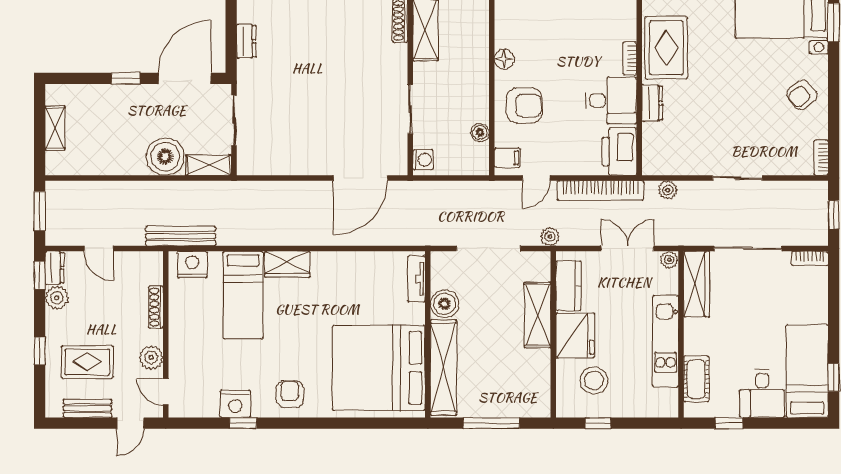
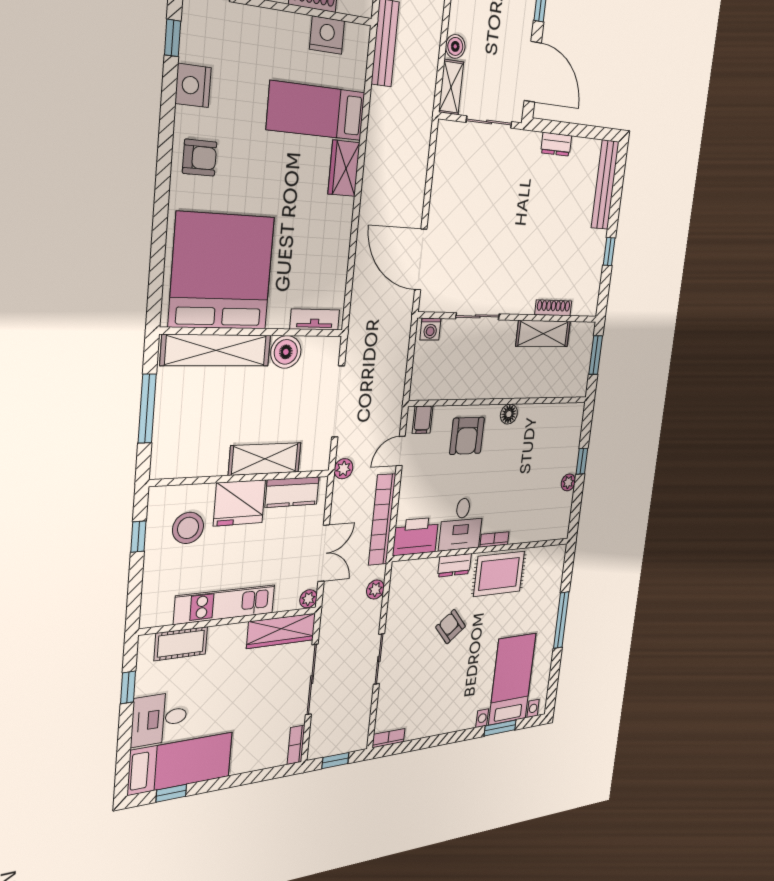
armchair: (802, 95) -> (451, 627), moved
boiler: (480, 132) -> (449, 390), removed
boiler: (165, 157) -> (455, 46), width x0.54, depth x0.54
door: (536, 178) -> (401, 451), hinge flipped
nightstand: (192, 265) -> (327, 35), moved, turned -90
window: (243, 423) -> (173, 38), moved

